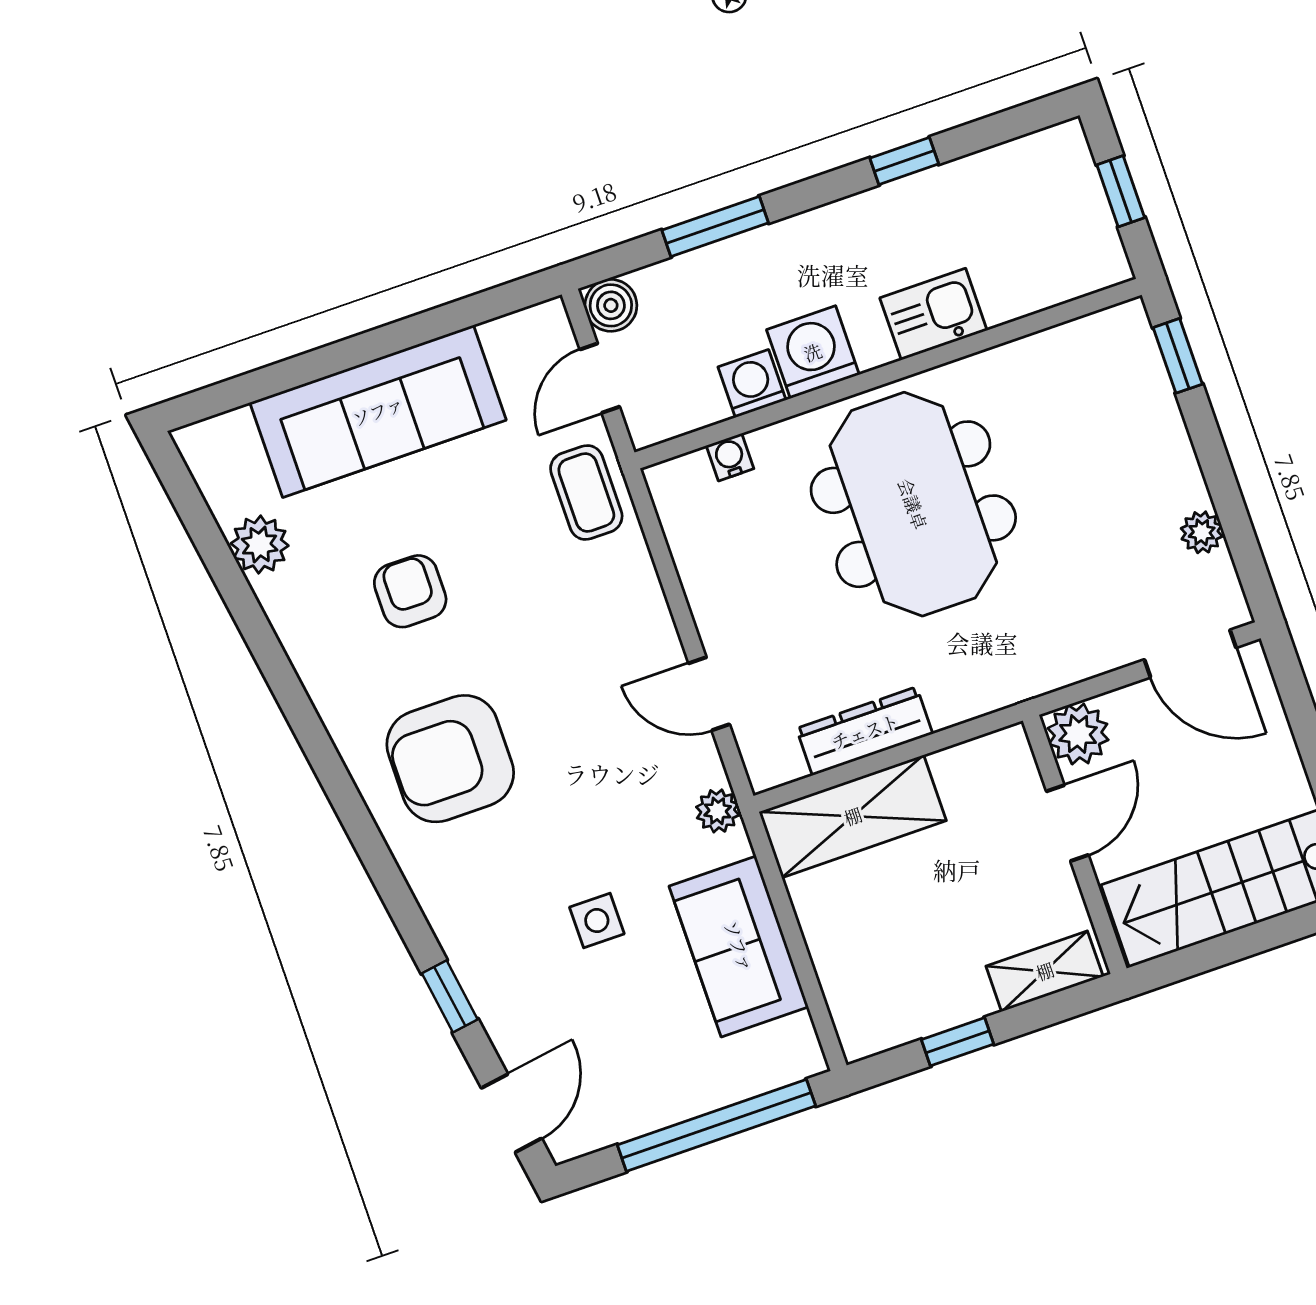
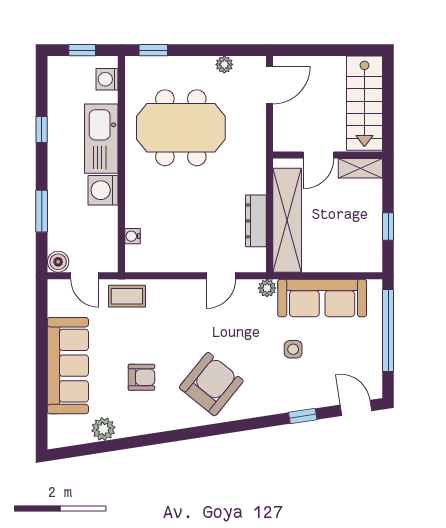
kitchen sink: (933, 314) -> (101, 139), width x1.88, depth x1.24
washing machine: (752, 384) -> (107, 79), moved
meeting table: (913, 504) -> (181, 128), moved
armchair: (410, 591) -> (141, 377), turned 180
plant: (1078, 734) -> (286, 139), removed
armchair: (450, 759) -> (211, 384), turned -141
shelving: (853, 816) -> (287, 220), width x1.47
door: (1067, 823) -> (318, 155), swing flipped
sofa: (739, 946) -> (322, 298), width x1.36
shelving: (1045, 971) -> (360, 168), moved, turned 90

